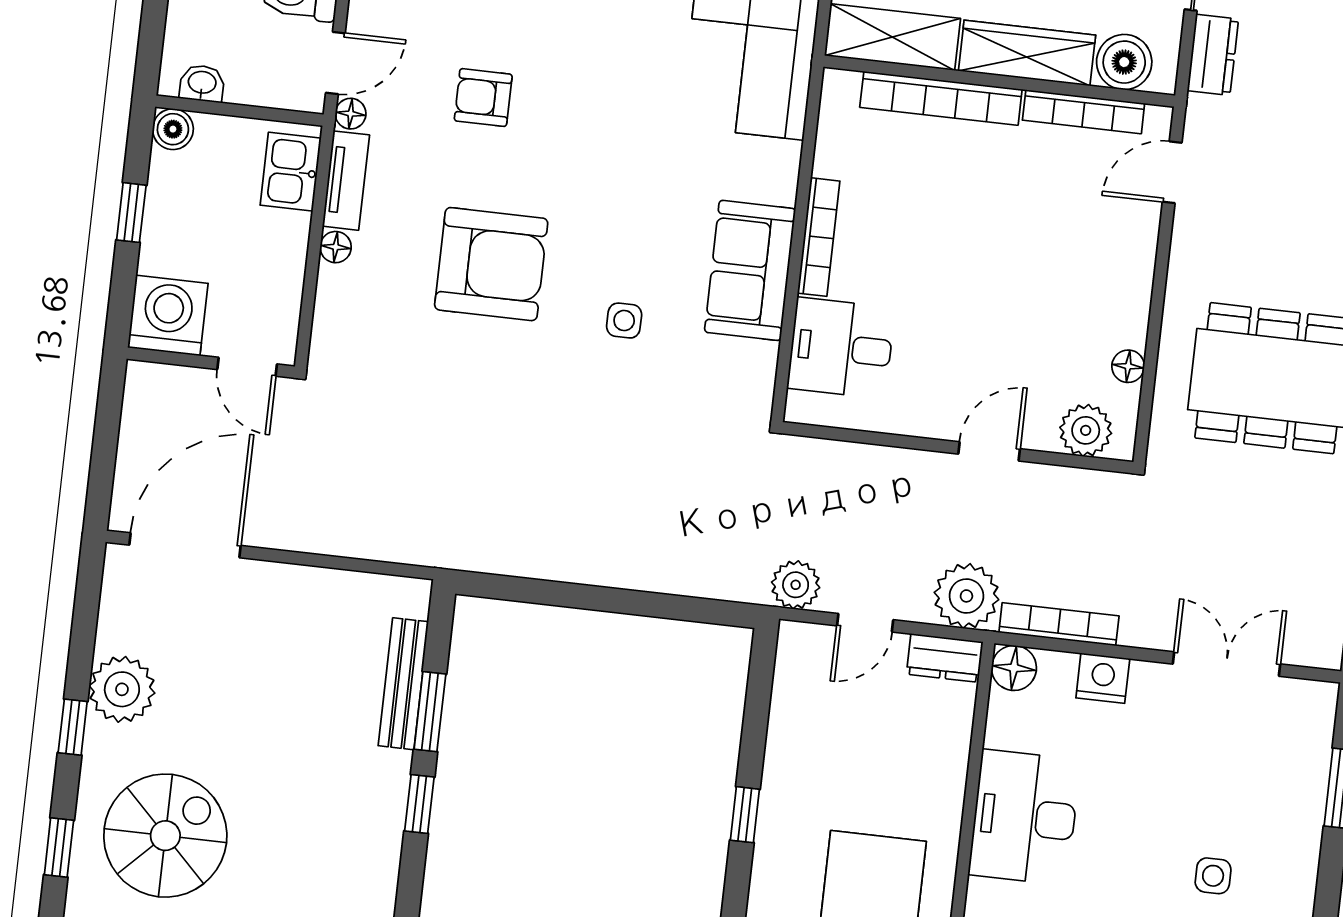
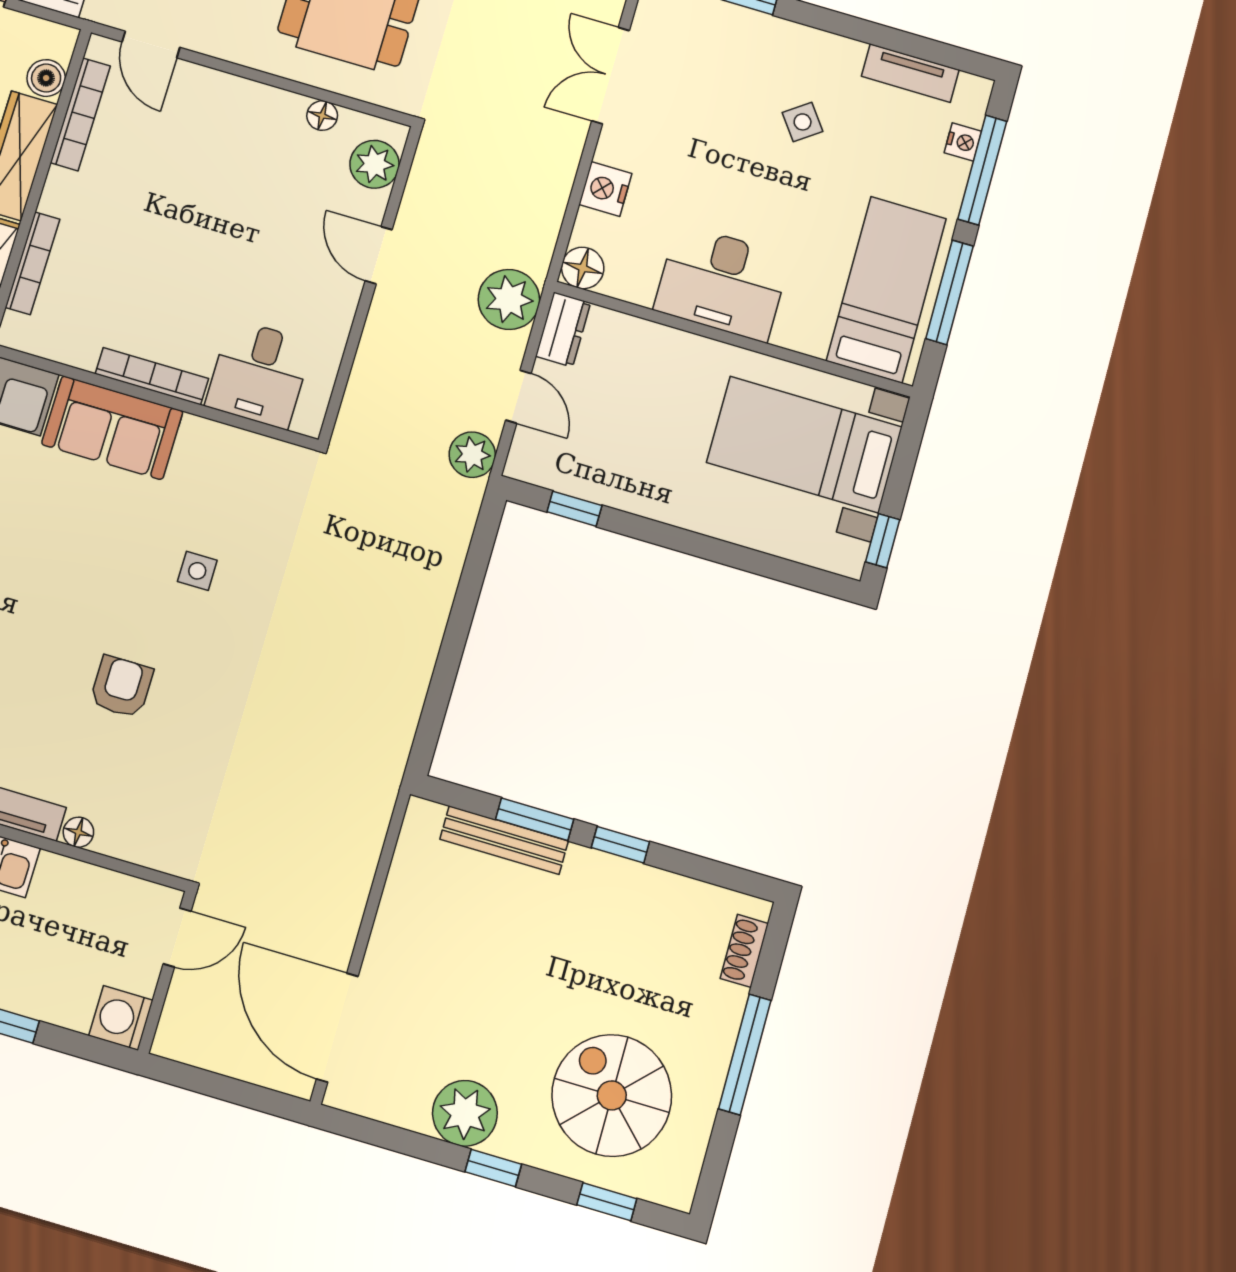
boiler: (1124, 62) -> (46, 78), width x0.73, depth x0.73
bookcase: (941, 98) -> (33, 263), width x0.68, depth x0.76
armchair: (491, 264) -> (122, 687), width x0.53, depth x0.53
sofa: (750, 270) -> (112, 428), moved
washing machine: (168, 315) -> (121, 1018), width x0.73, depth x0.73
bookcase: (1059, 624) -> (549, 220), removed
window: (745, 815) -> (574, 509), moved
side table: (1213, 876) -> (803, 122), turned -36

